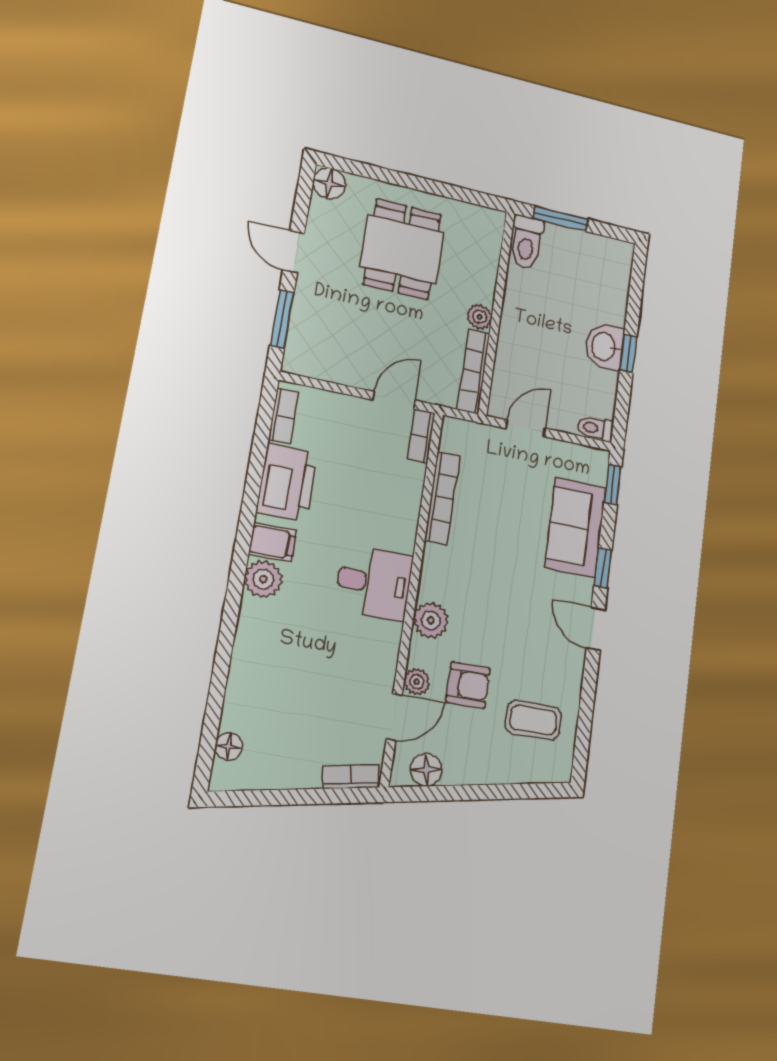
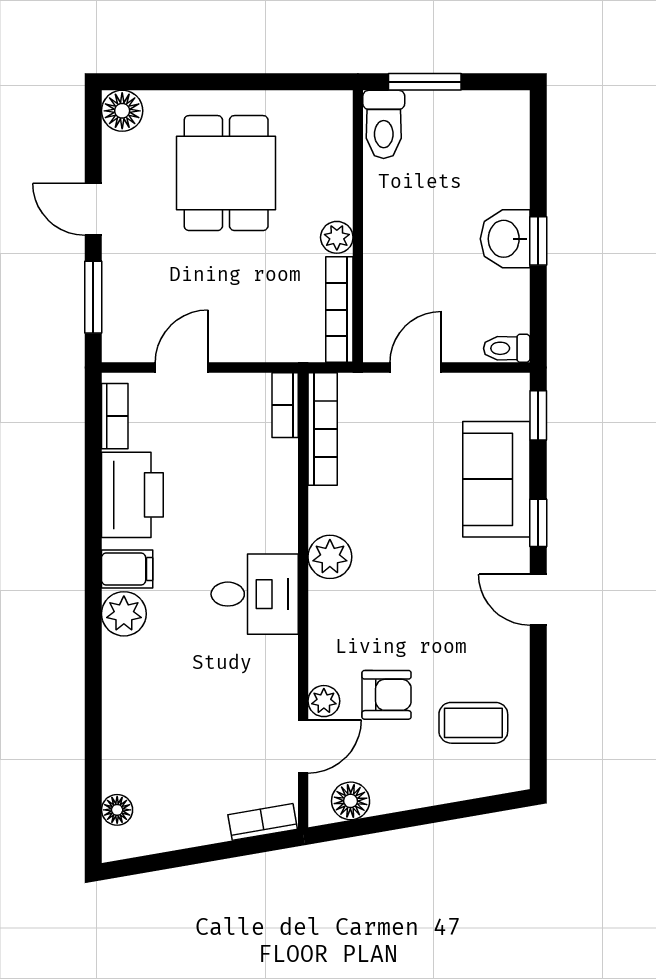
door: (394, 400) -> (182, 368), moved
bookcase: (442, 498) -> (323, 429), moved
plant: (431, 620) -> (330, 557), moved

